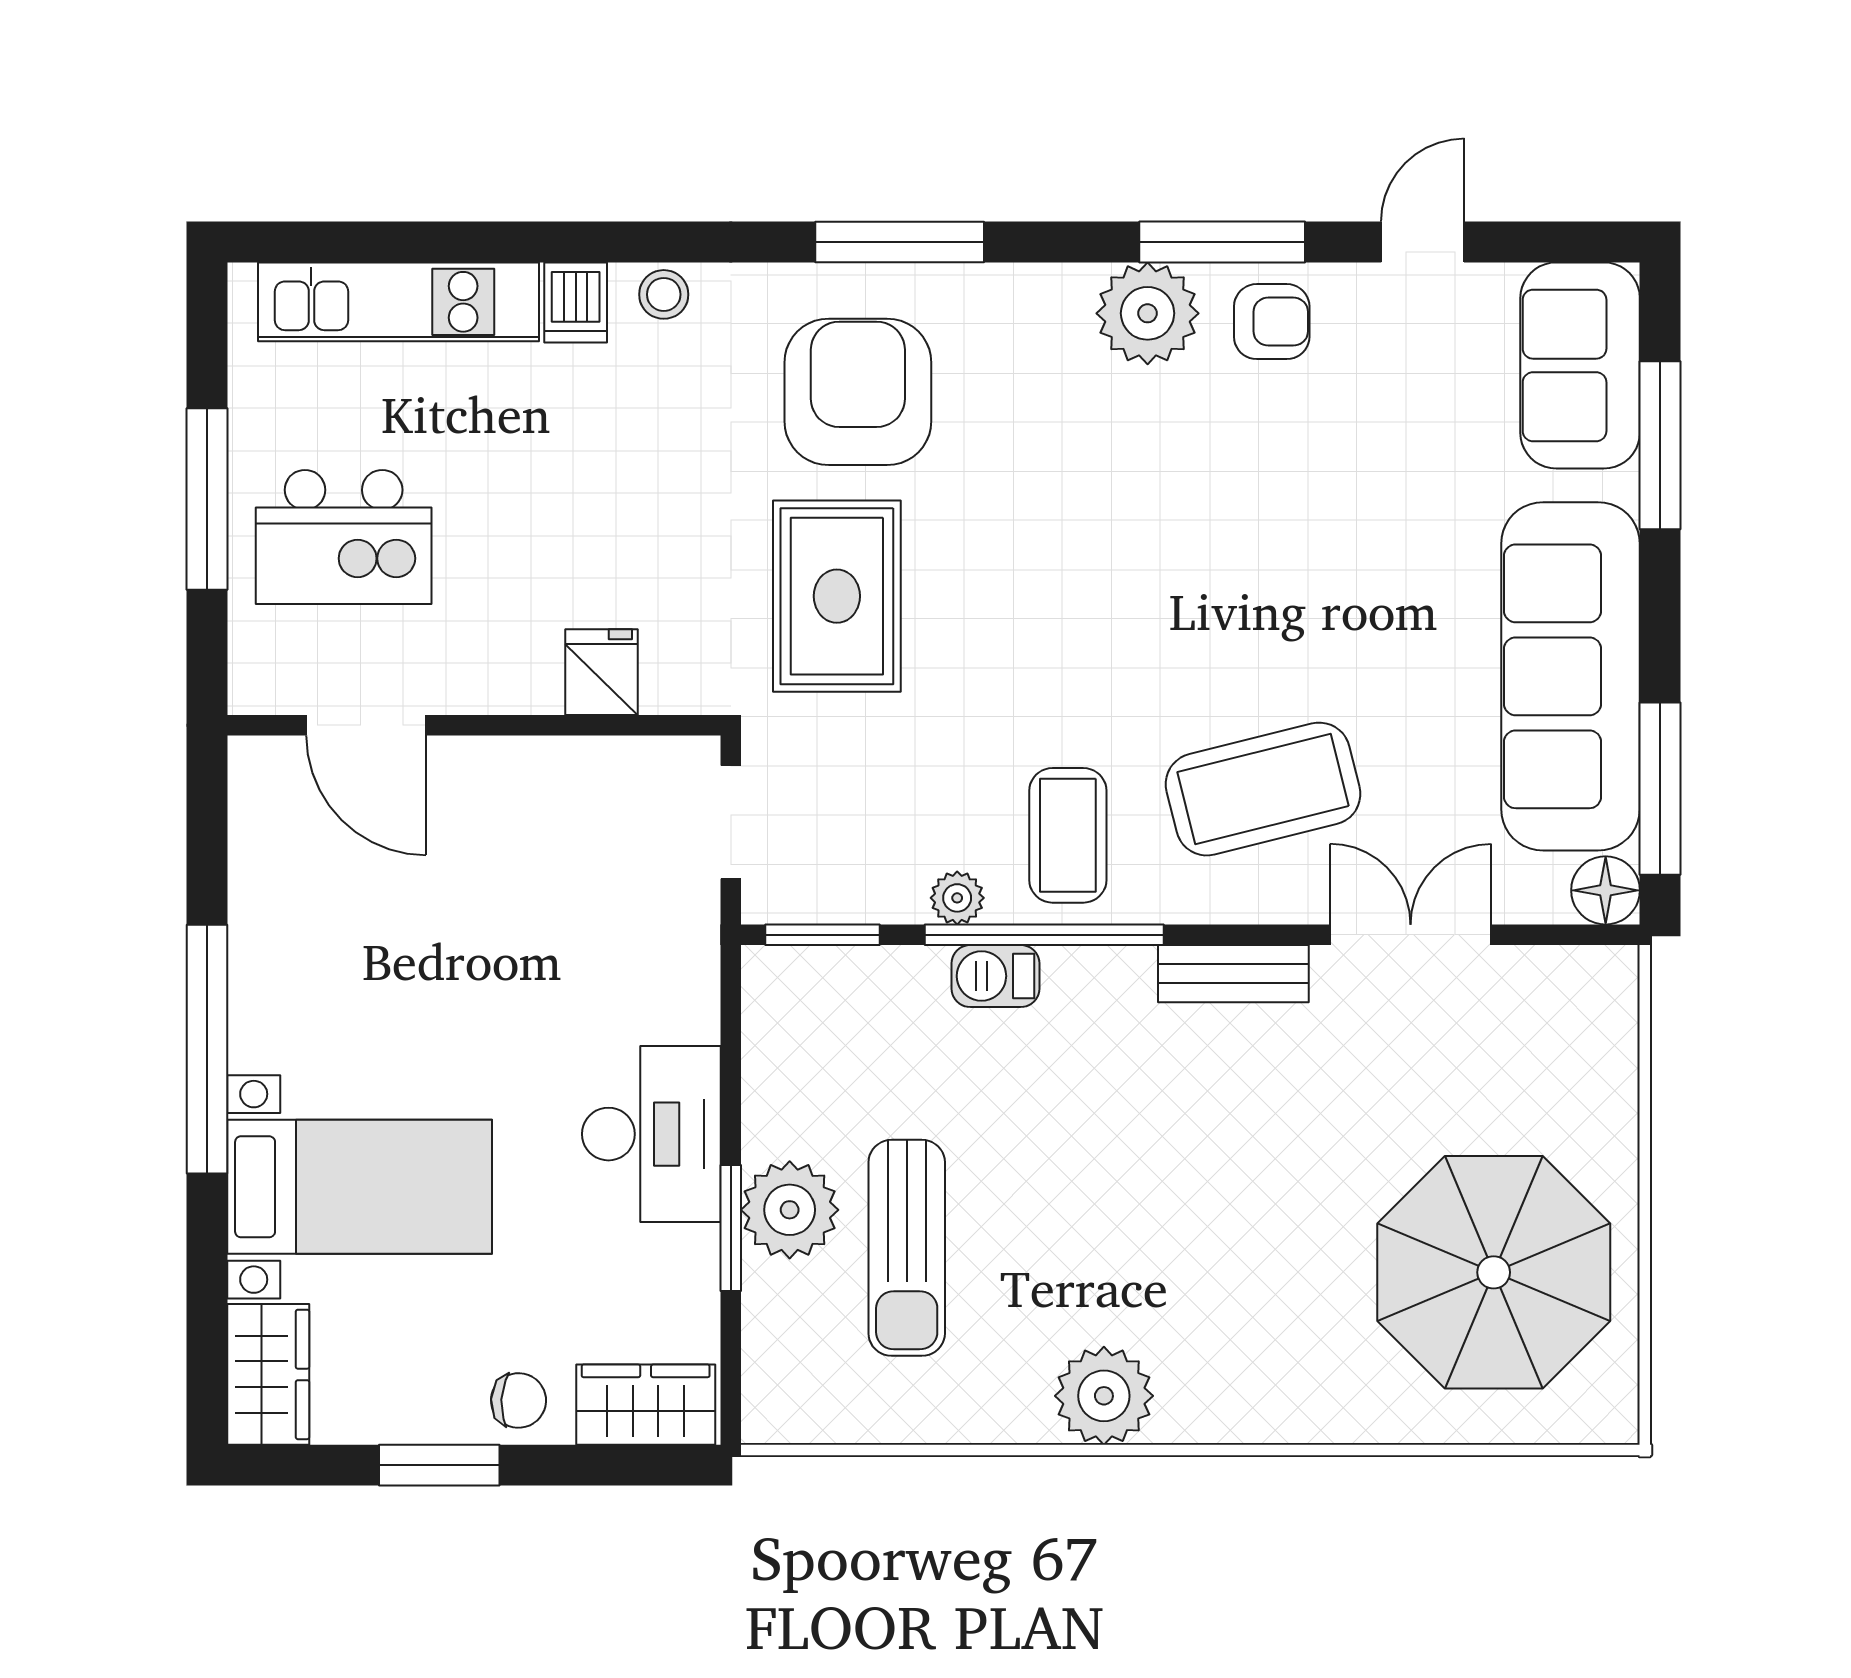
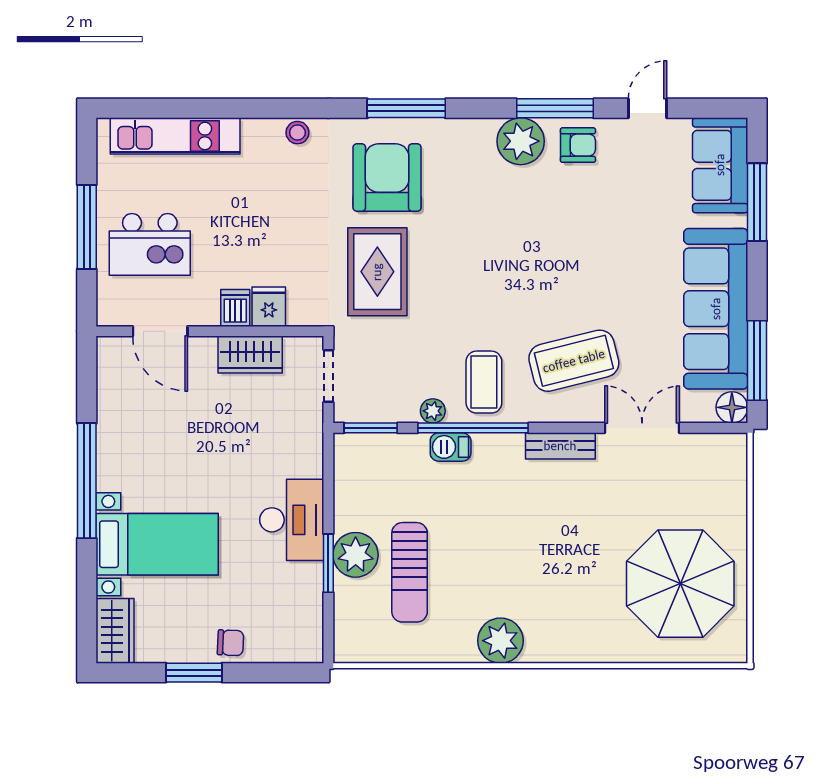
dishwasher: (576, 302) -> (235, 308), moved, turned 180
wardrobe: (646, 1405) -> (250, 354), moved, turned 180

